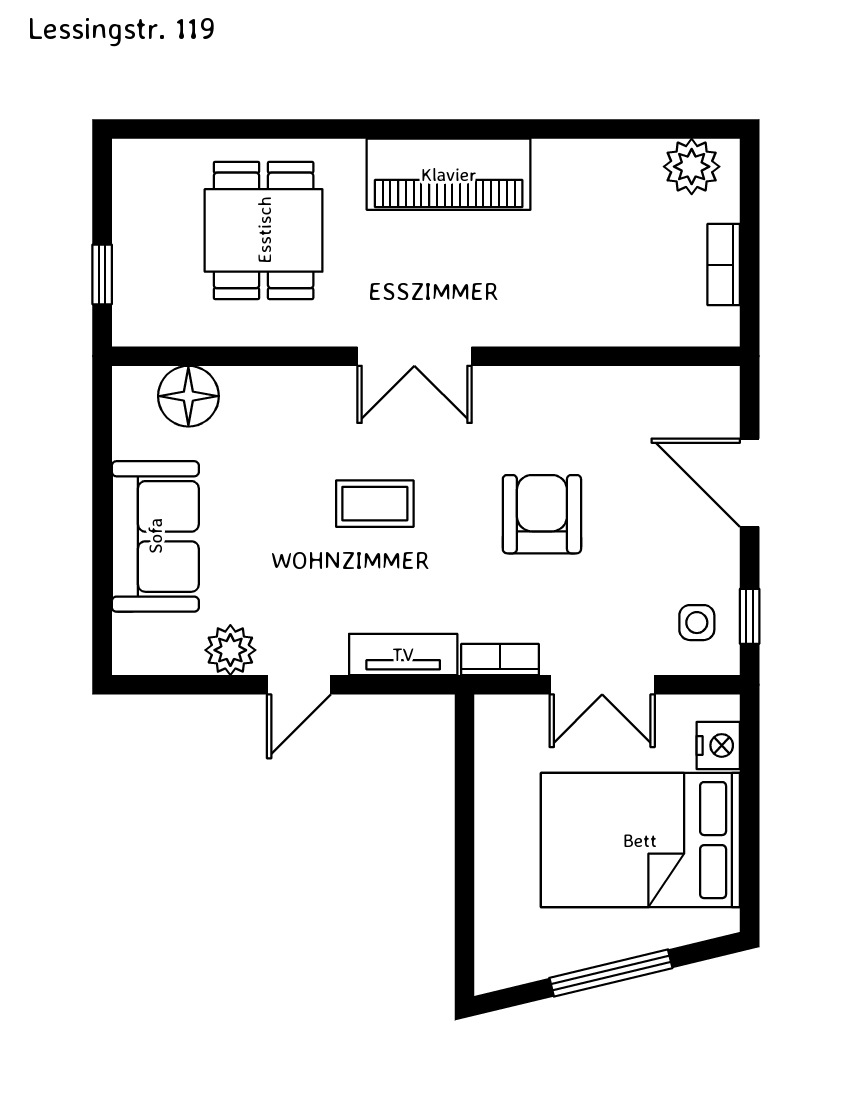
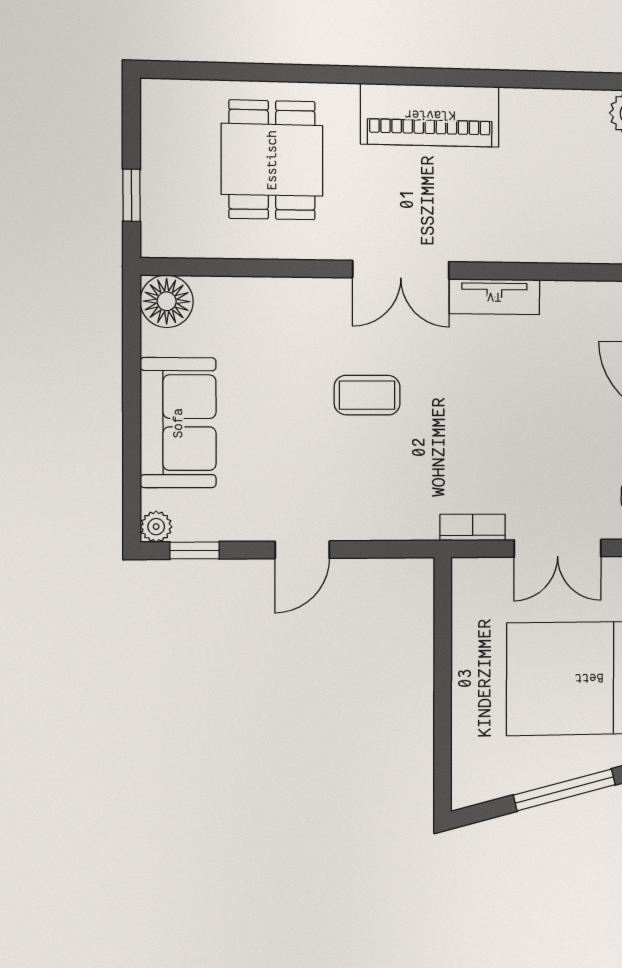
floor lamp: (188, 396) -> (167, 301), moved
armchair: (542, 514) -> (508, 405), removed
plant: (230, 650) -> (156, 527), moved, width x0.73, depth x0.73
tv unit: (403, 654) -> (494, 297), moved, turned 180
window: (174, 685) -> (194, 550), added

